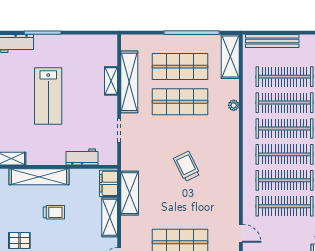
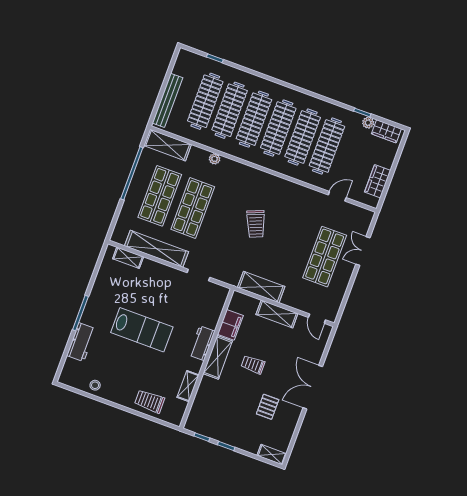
shelving: (111, 81) -> (128, 258), moved
workbench: (82, 157) -> (202, 343), moved
trolley: (187, 166) -> (256, 224), turned -86
shelving: (39, 177) -> (218, 357), width x0.68
filing cabinet: (109, 183) -> (230, 325), moved, turned -90
trolley: (54, 212) -> (253, 365), turned -90

